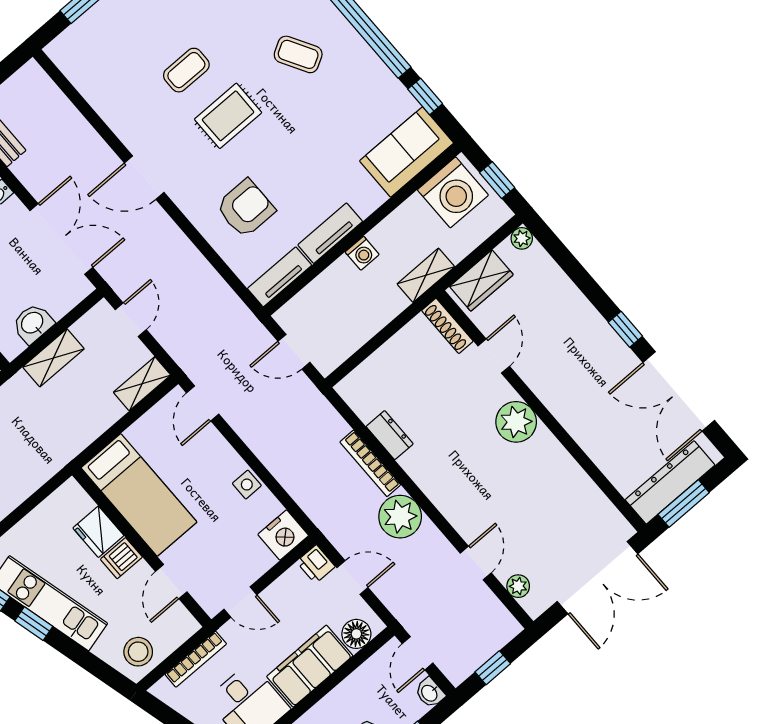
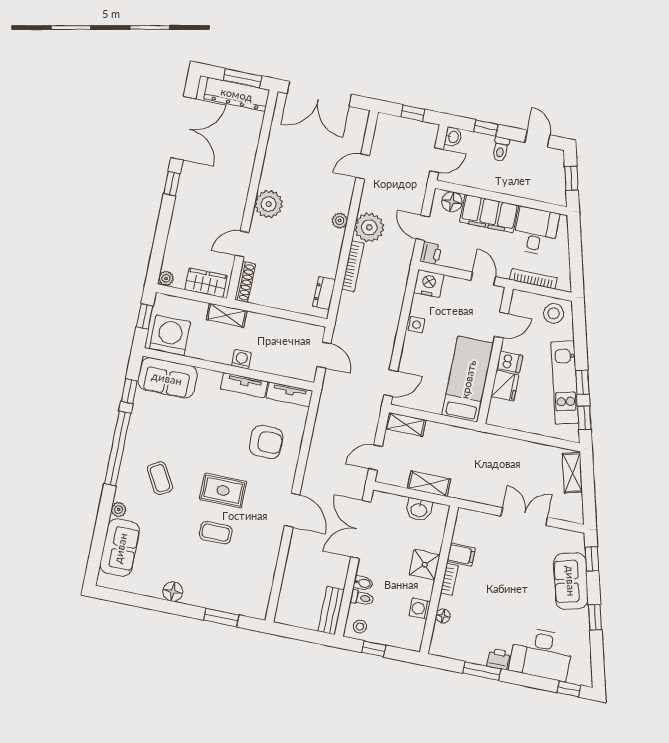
armchair: (246, 208) -> (266, 442), turned 180
dresser: (390, 435) -> (324, 293), moved
double door: (597, 578) -> (319, 94), swing flipped
plant: (518, 586) -> (340, 220), moved

